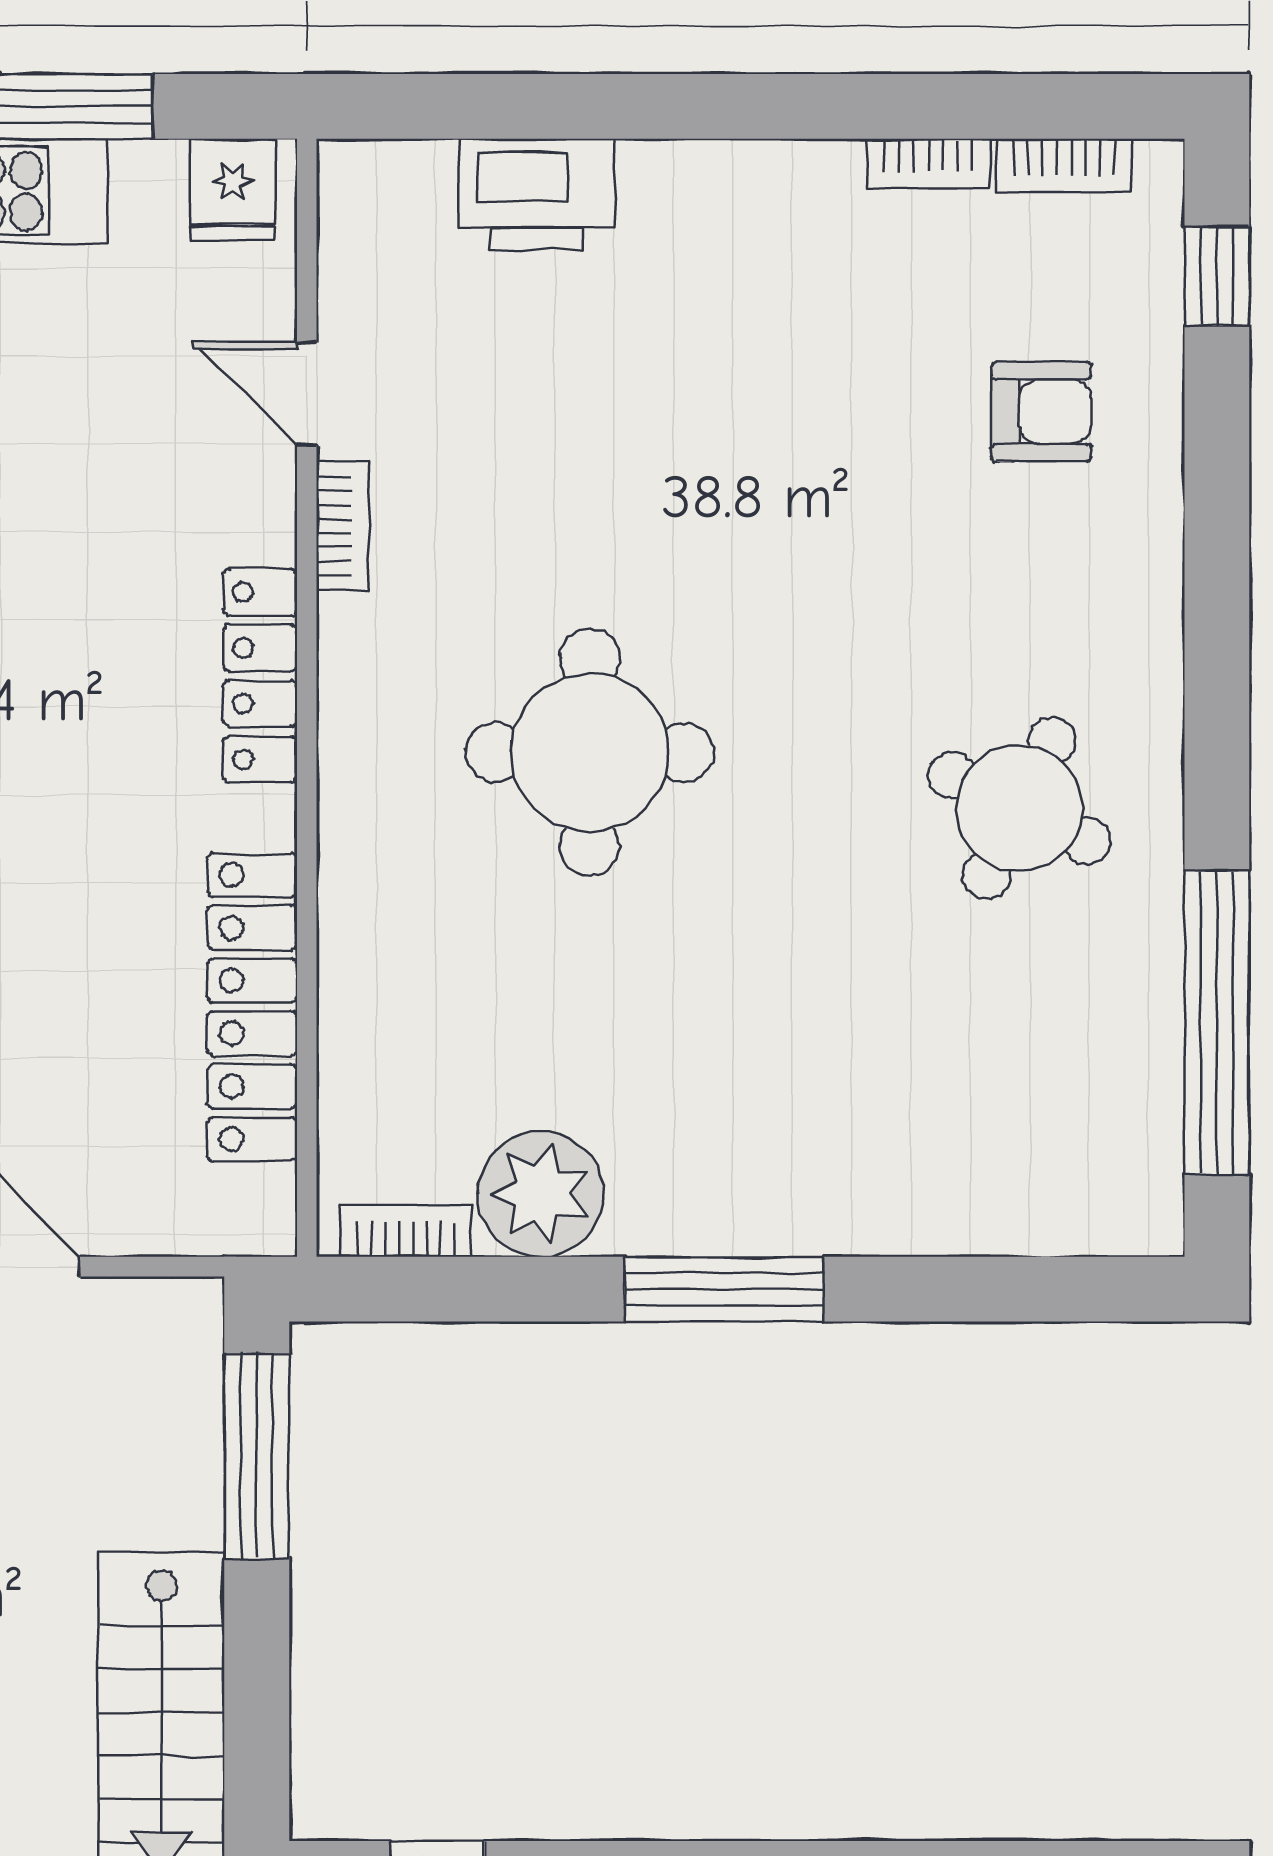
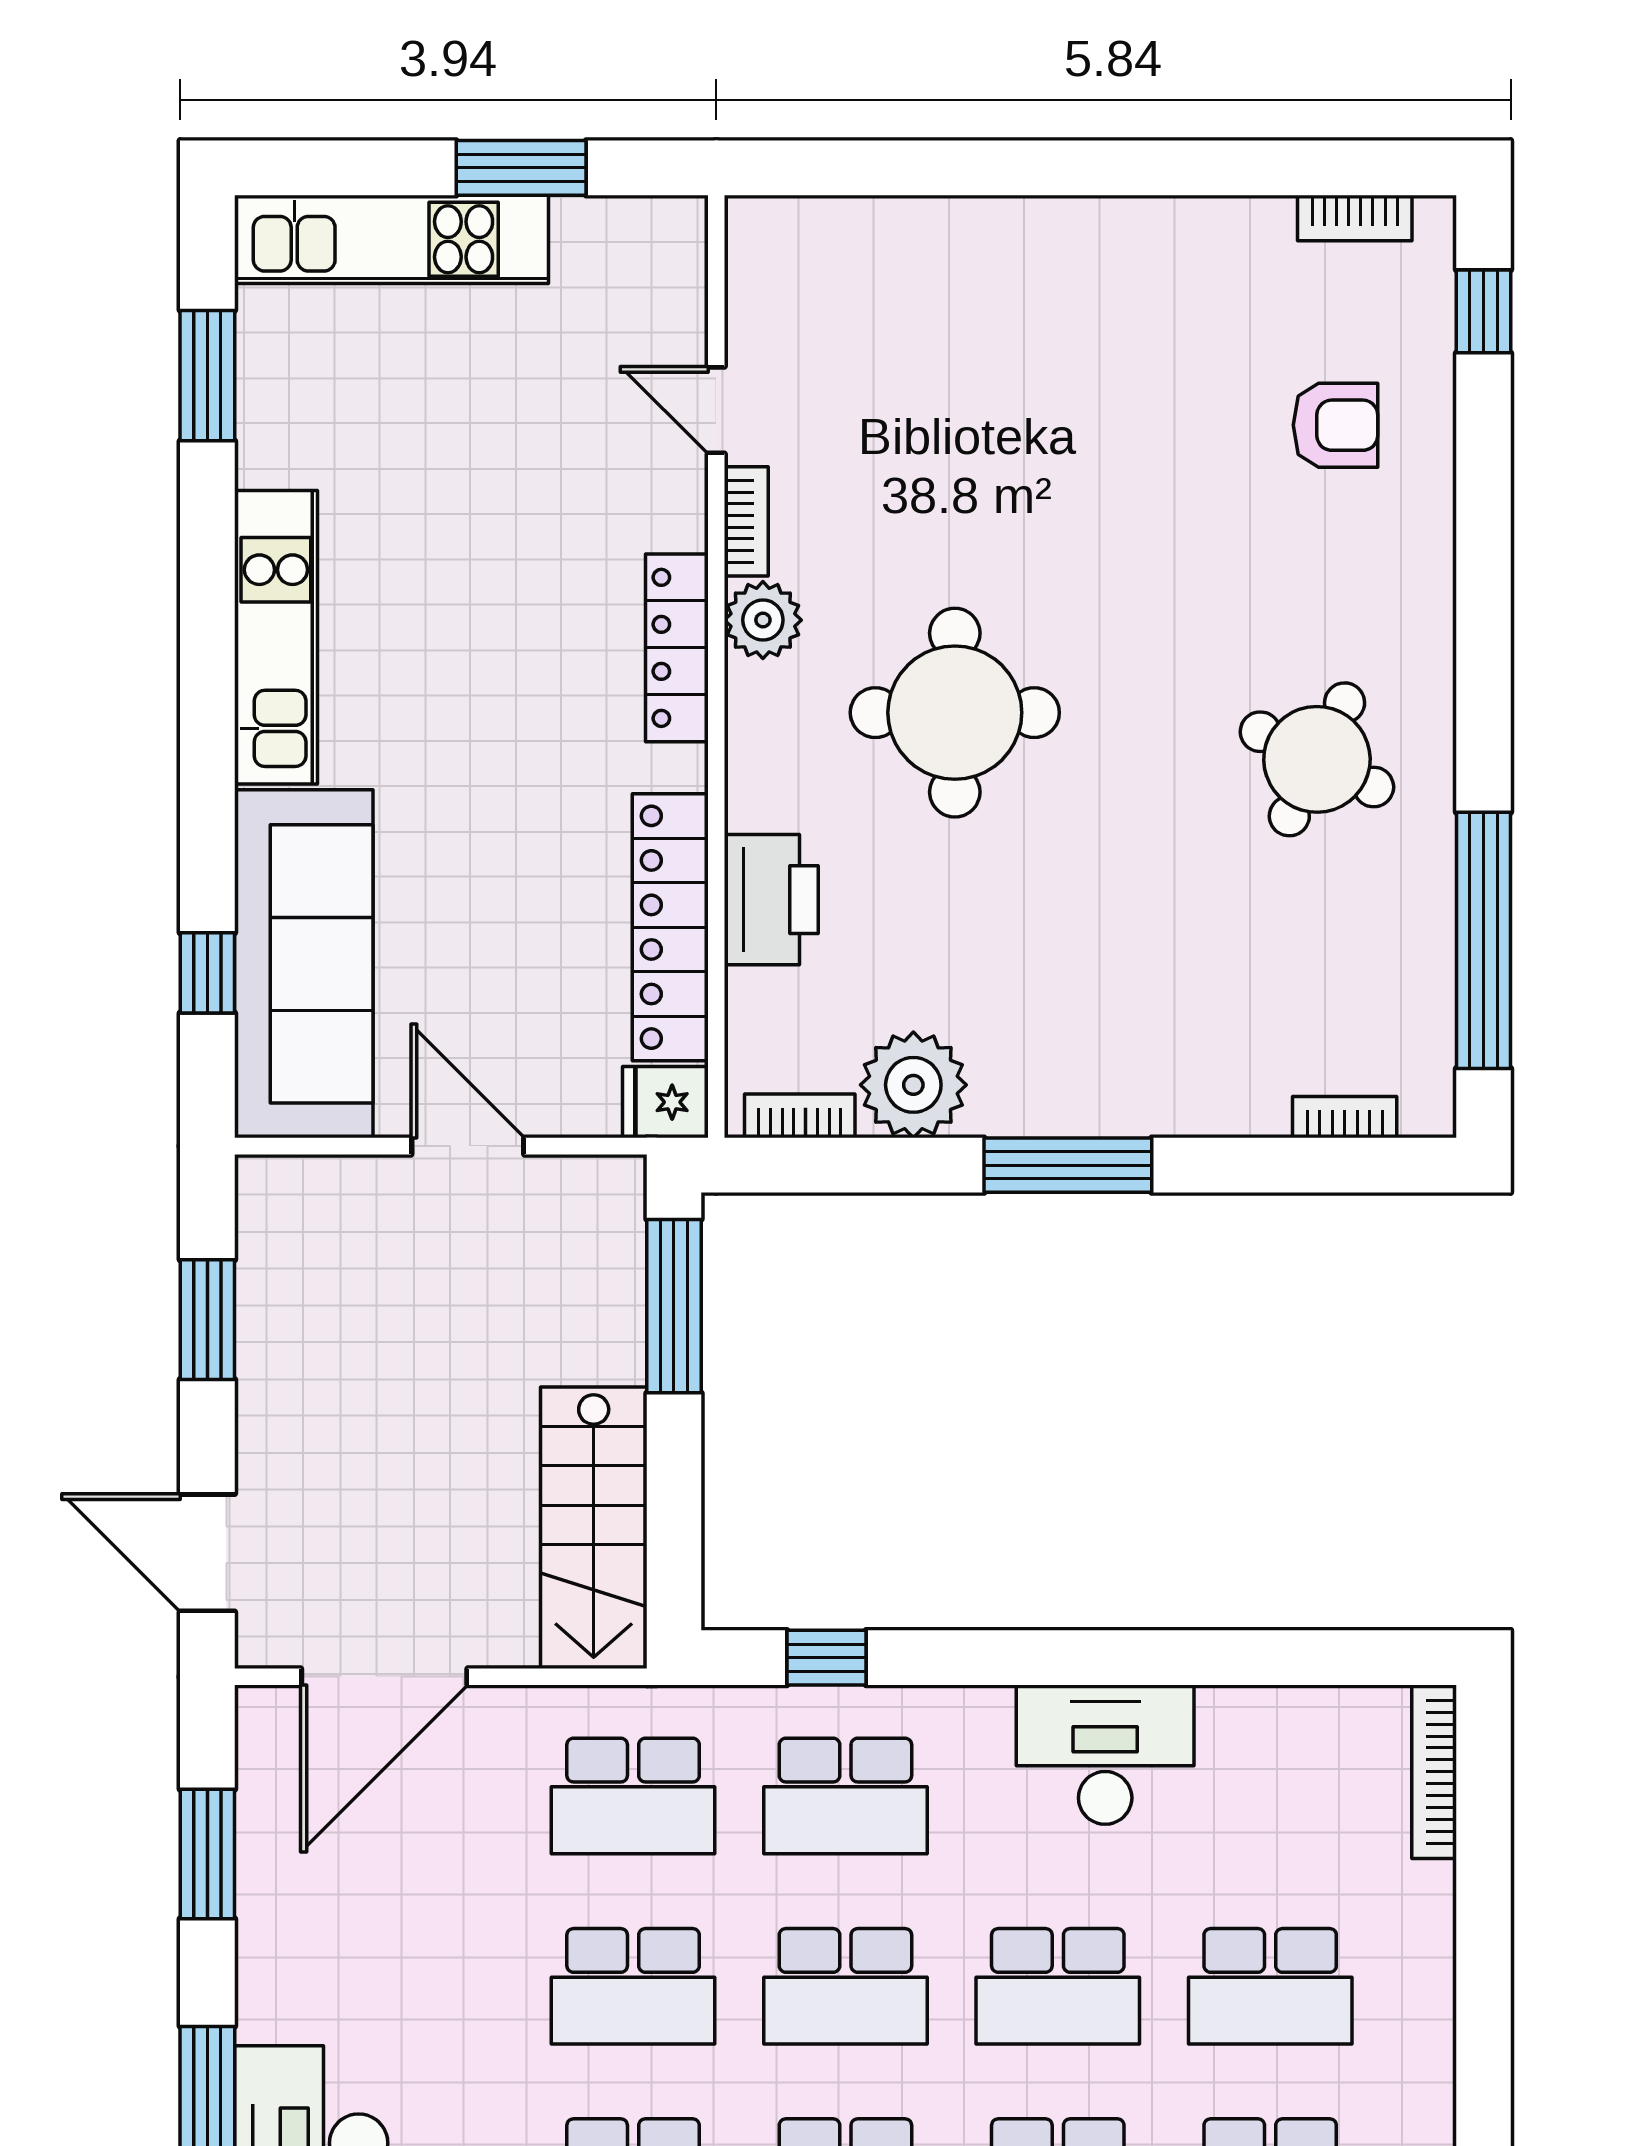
bookcase: (928, 163) -> (1345, 1117), moved, turned 180
fridge: (233, 189) -> (665, 1102), moved, turned 90
printer: (537, 194) -> (771, 900), moved, turned -90
plant: (362, 643) -> (763, 620), added

